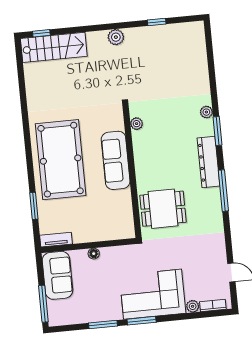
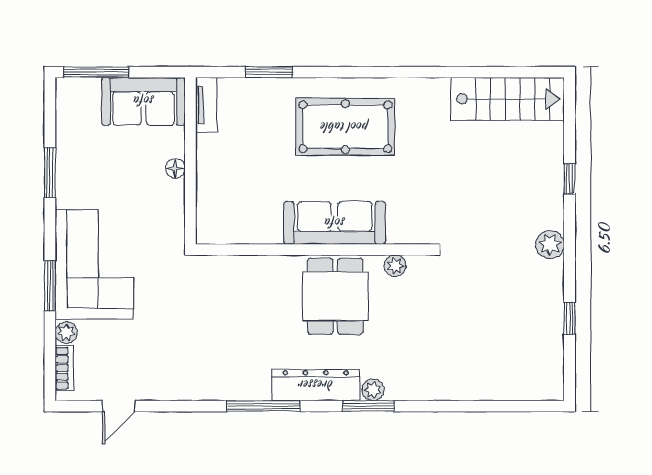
window: (41, 33) -> (569, 179), moved
stairs: (54, 47) -> (507, 99), moved, turned -90
plant: (206, 112) -> (373, 390), moved
pool table: (61, 160) -> (345, 127), width x0.73, depth x0.76
dining table: (163, 209) -> (335, 296), moved
window: (142, 321) -> (50, 286), moved

